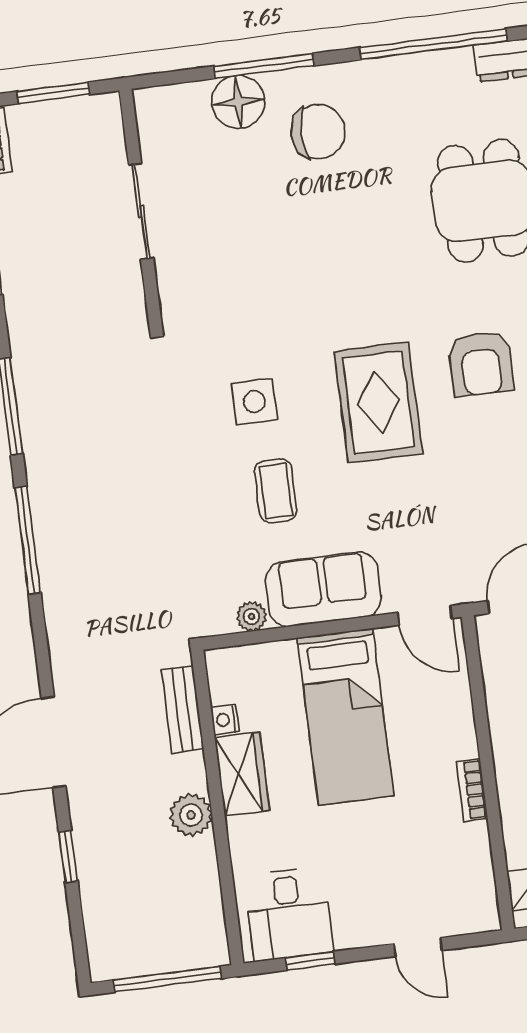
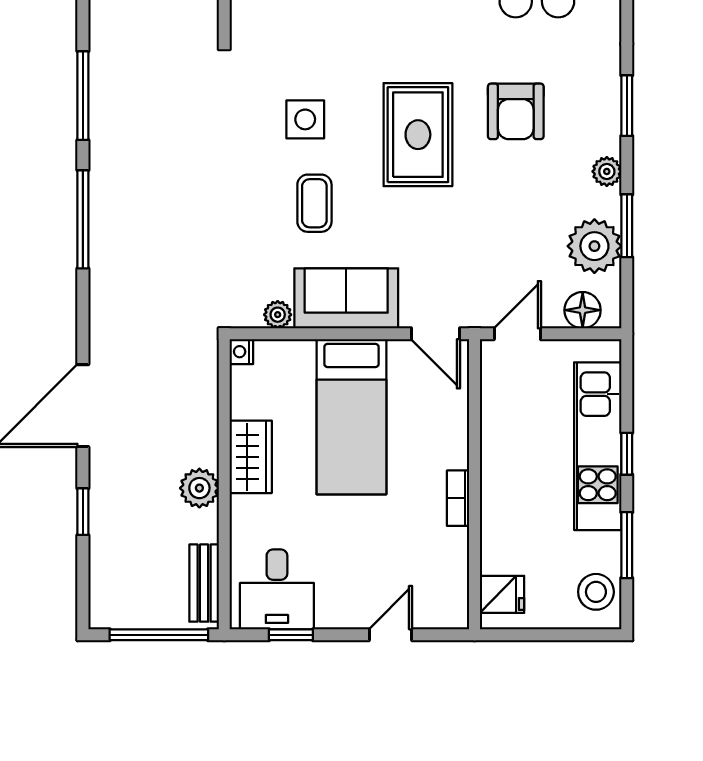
bench: (183, 709) -> (204, 583), moved
nightstand: (225, 720) -> (241, 352), moved
door: (418, 947) -> (390, 635), swing flipped

